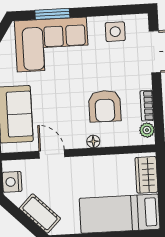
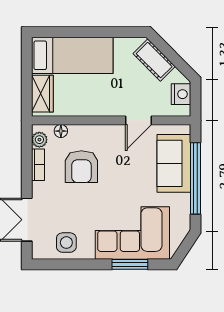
armchair: (105, 106) -> (81, 167), turned 180
floor lamp: (93, 141) -> (61, 131), moved
door: (52, 154) -> (138, 120), hinge flipped

